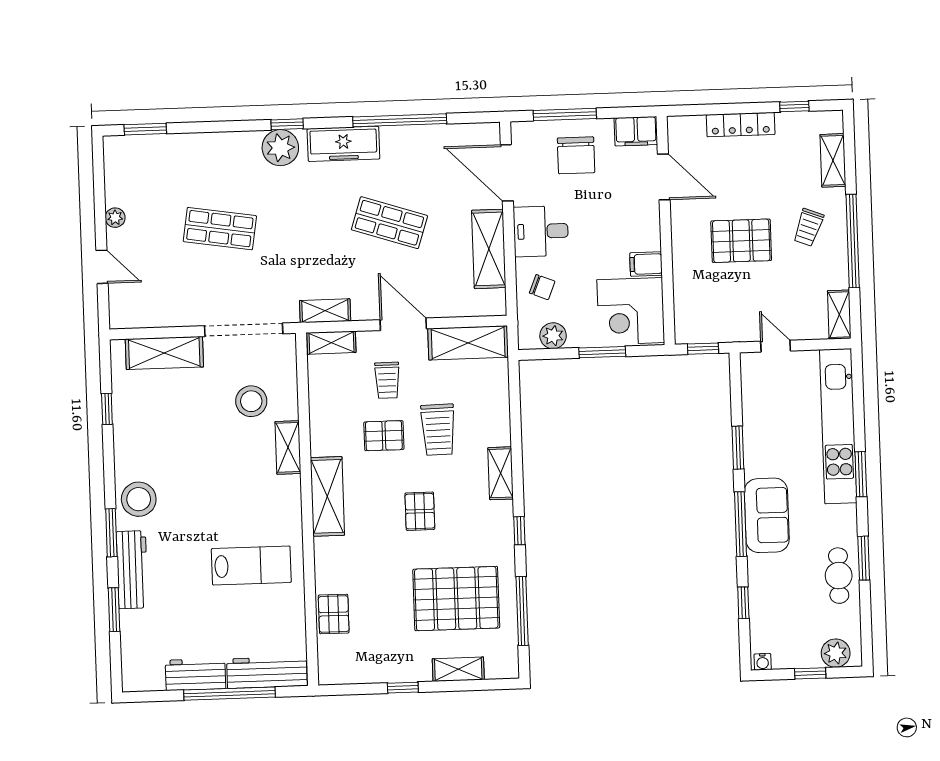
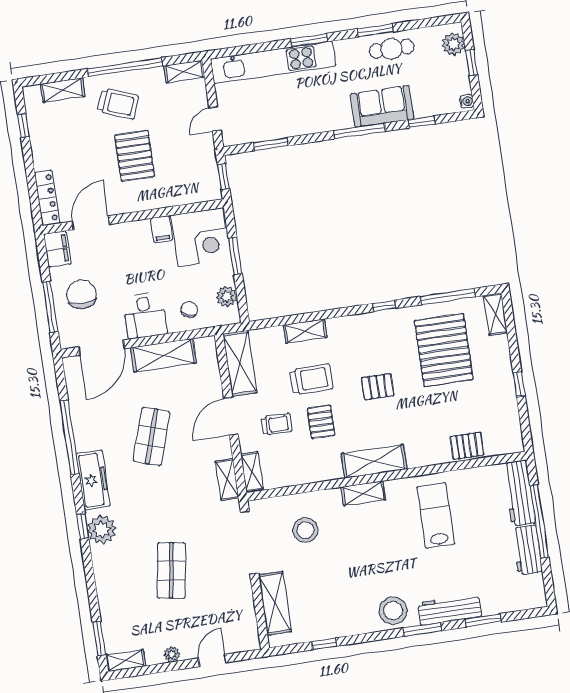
locker: (741, 125) -> (47, 198), moved
chair: (576, 155) -> (82, 294), turned -90
shelving: (114, 159) -> (126, 661), added
trolley: (808, 227) -> (118, 104), width x1.36, depth x1.39
shelving: (288, 447) -> (363, 493), moved
window: (738, 448) -> (271, 144), moved
shelving: (501, 473) -> (305, 331), moved
sofa: (767, 515) -> (382, 106), moved
shelving: (458, 669) -> (495, 314), moved

